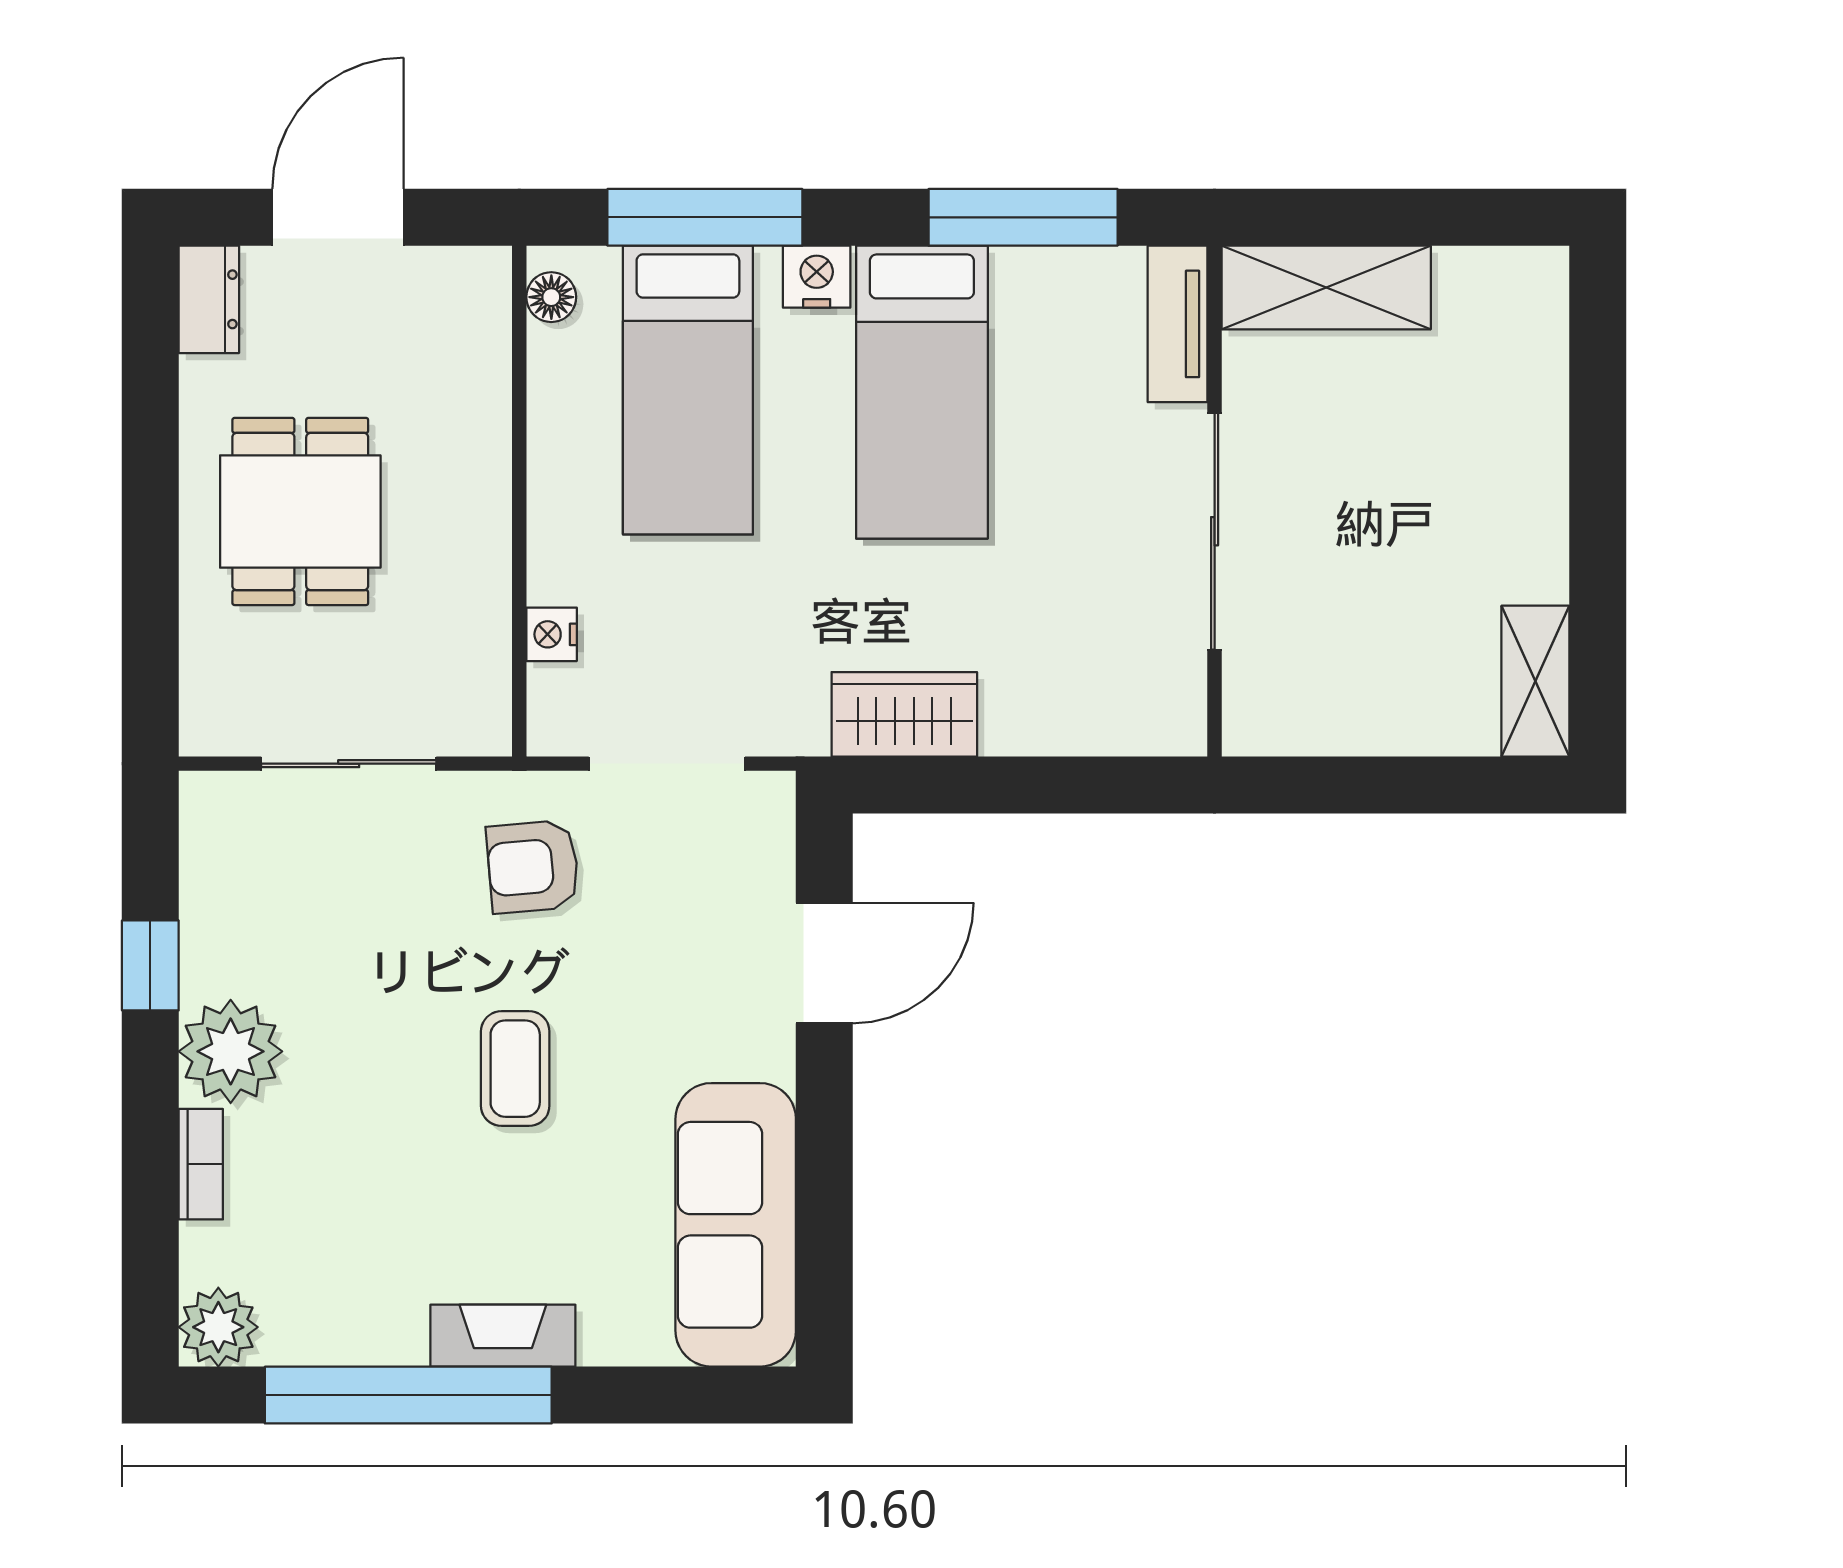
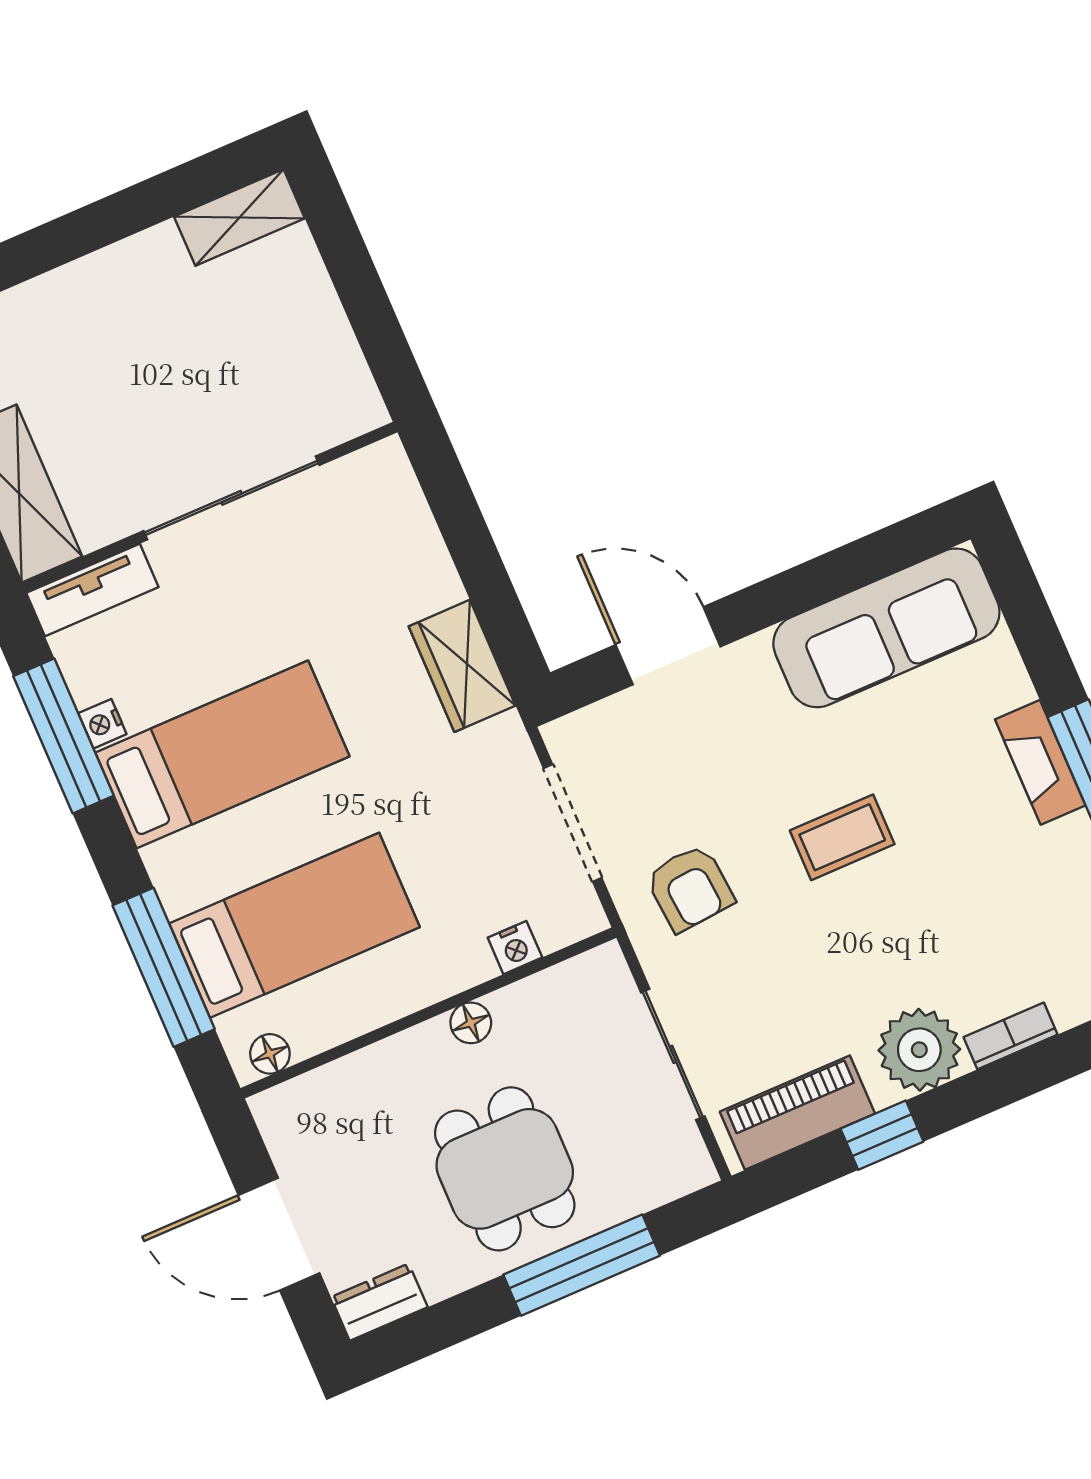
nightstand: (817, 277) -> (102, 724), moved, width x0.72, depth x0.74
dining table: (300, 511) -> (505, 1169), turned 90
floor lamp: (487, 545) -> (471, 1023), added
window: (150, 552) -> (582, 1265), added
piano: (219, 879) -> (797, 1113), added

